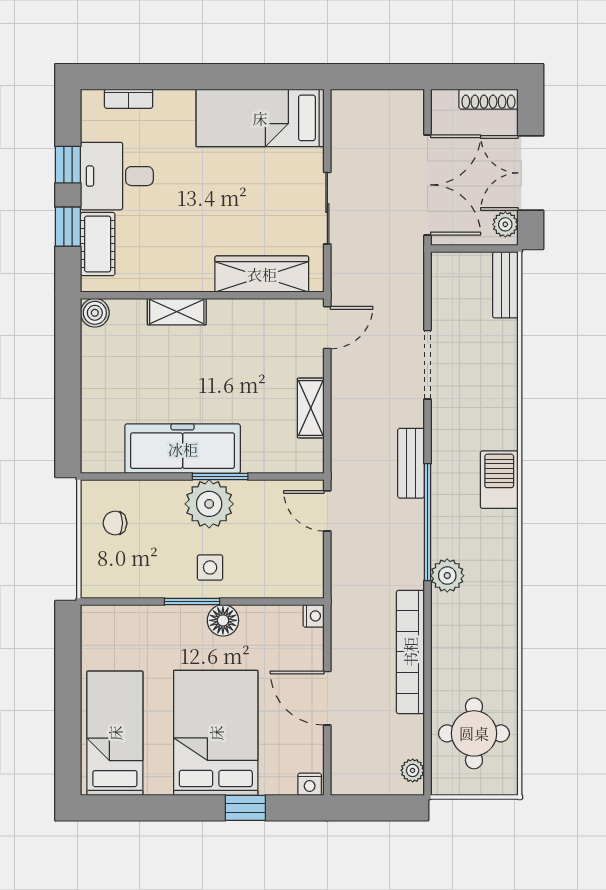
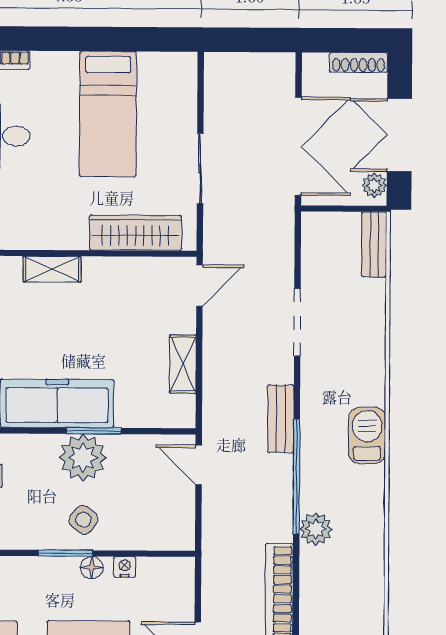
bed: (260, 118) -> (108, 114), moved, turned -90
side table: (210, 567) -> (83, 520), turned 36
nightstand: (314, 616) -> (125, 567), moved, turned -90
floor lamp: (223, 620) -> (92, 568), width x0.73, depth x0.73

